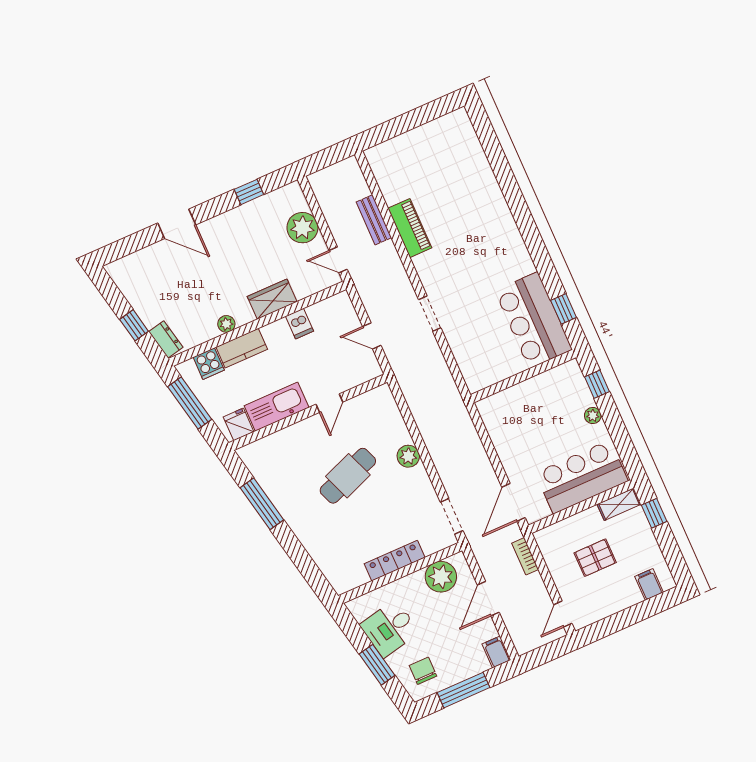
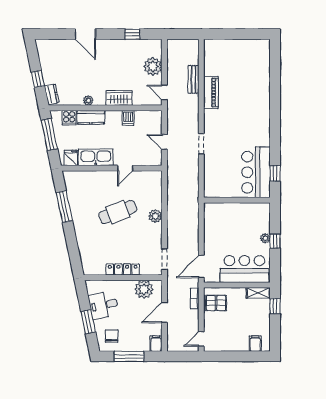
window: (597, 384) -> (275, 241), moved
pallet: (595, 558) -> (216, 303), moved

